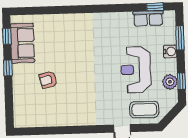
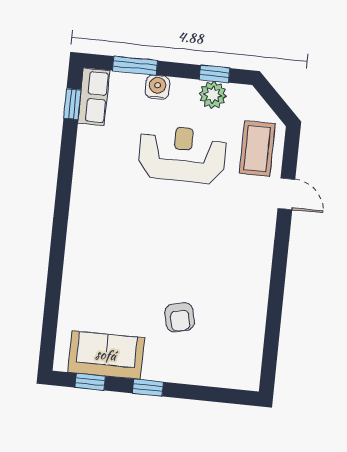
row of seats: (148, 18) -> (94, 97), moved
reception desk: (136, 70) -> (182, 154), turned 180

